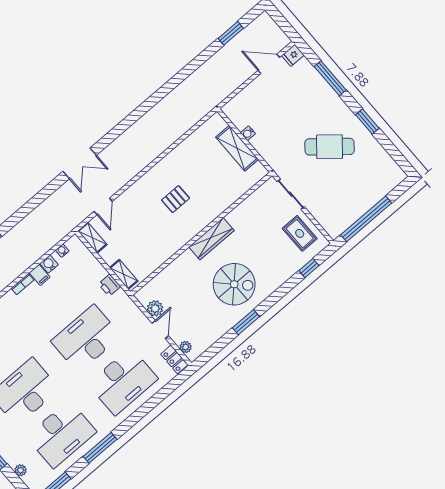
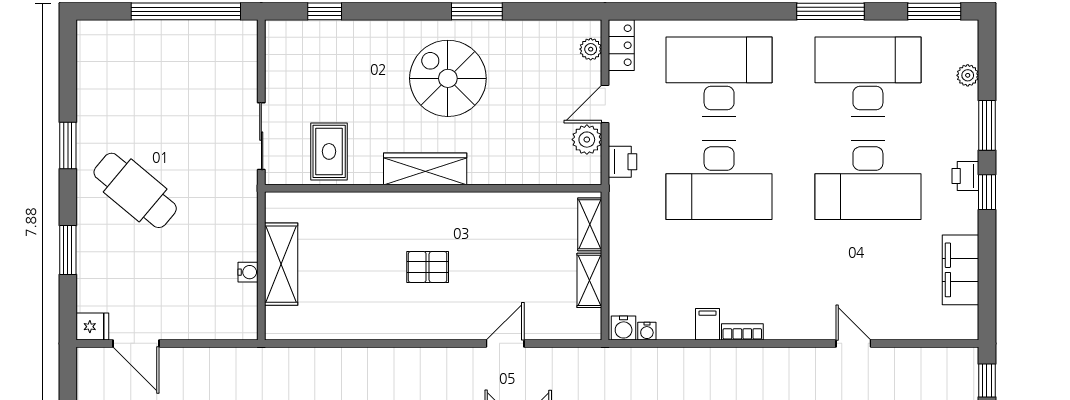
window: (330, 78) -> (68, 250), width x0.69
cafe table: (330, 147) -> (135, 190), moved
door: (103, 206) -> (505, 343), moved
rug: (300, 233) -> (329, 151), moved
shelving: (92, 238) -> (589, 280), moved
water cooler: (49, 264) -> (624, 328), moved
printer: (109, 285) -> (623, 162), moved

